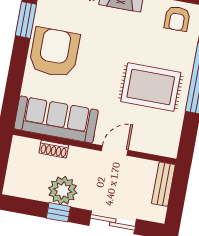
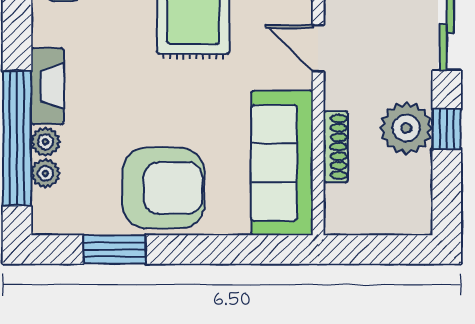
armchair: (54, 52) -> (163, 188), turned 180
shoe rack: (54, 149) -> (336, 147), width x1.43

